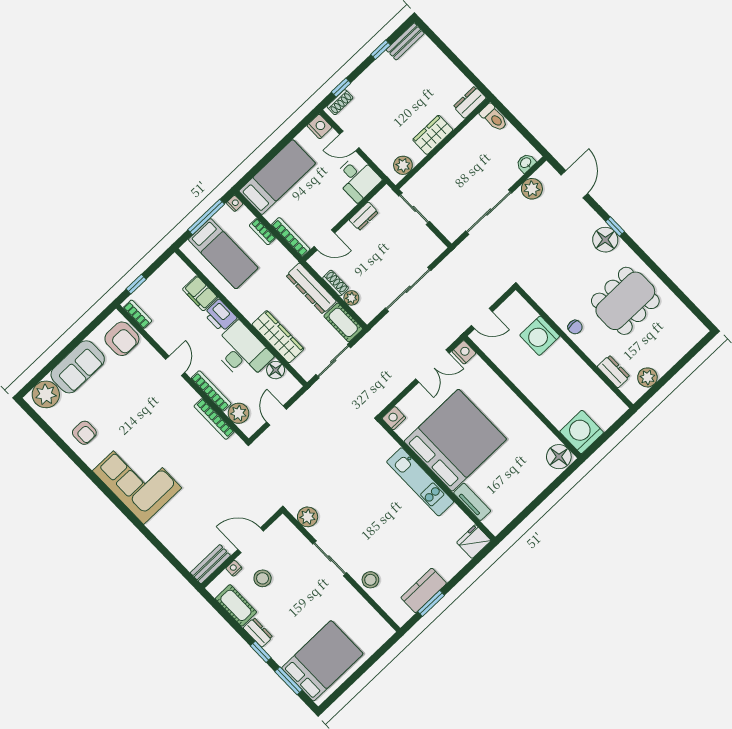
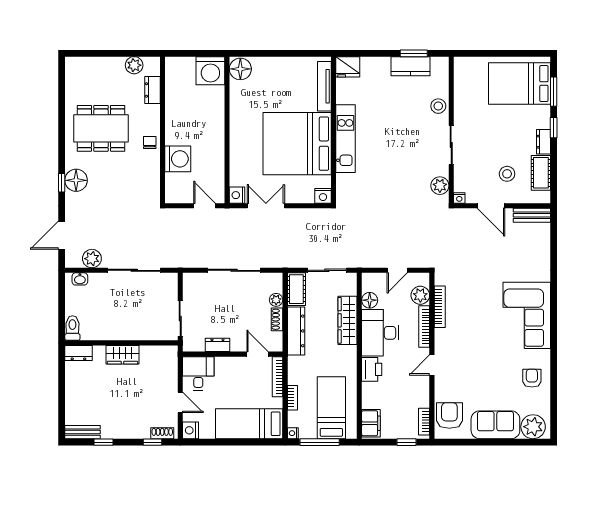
plant: (403, 165) -> (161, 354), removed
filing cabinet: (200, 293) -> (371, 423), moved
tv unit: (472, 502) -> (324, 86), width x1.41
nightstand: (234, 568) -> (459, 198), moved

